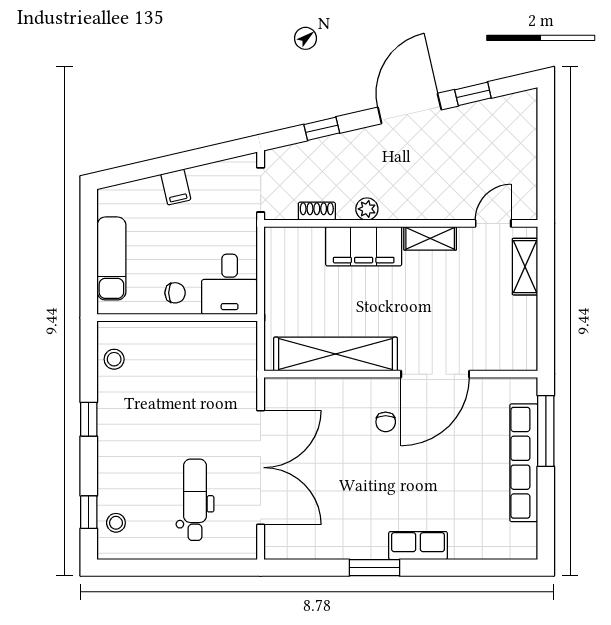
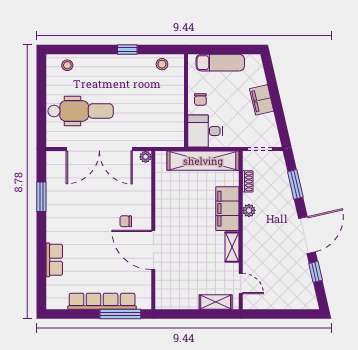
door: (410, 109) -> (307, 235), hinge flipped
window: (322, 129) -> (295, 184), width x1.50
filing cabinet: (176, 187) -> (262, 100), width x2.00
shelving: (336, 354) -> (203, 161), moved, turned 90
plant: (274, 388) -> (146, 157), added
dental chair: (195, 500) -> (81, 111), width x1.36, depth x1.38
window: (89, 512) -> (74, 50), removed
row of seats: (418, 546) -> (54, 260), moved
window: (374, 568) -> (41, 197), moved

